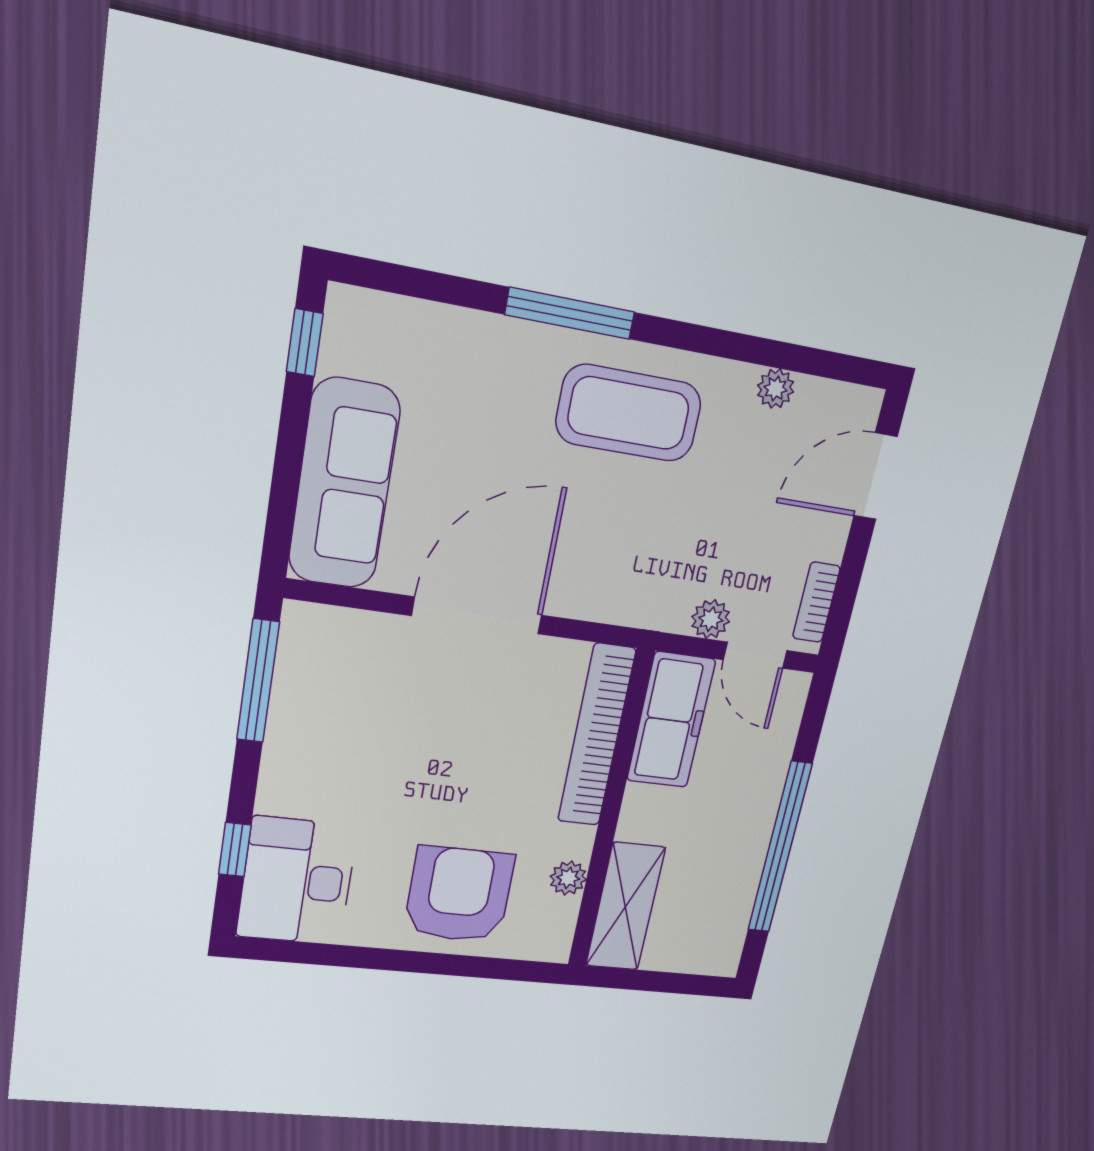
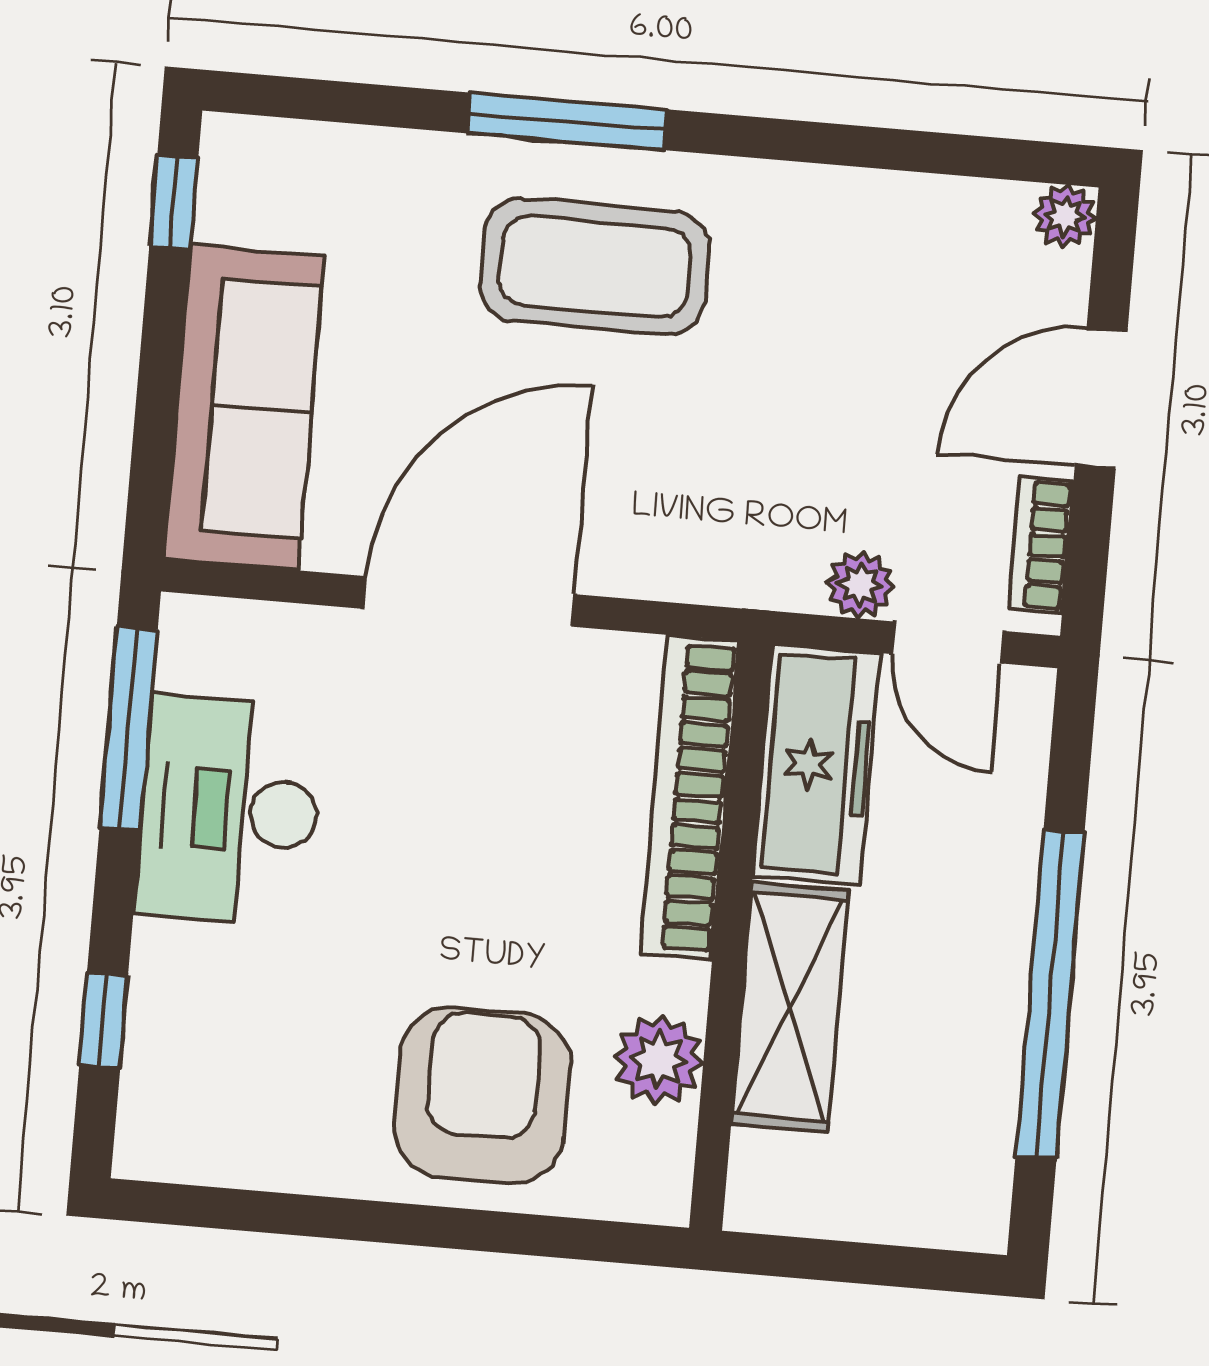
plant: (776, 389) -> (1065, 216), moved
coffee table: (629, 413) -> (595, 266), moved
door: (876, 476) -> (1101, 398), moved
plant: (568, 878) -> (658, 1060), width x1.38, depth x1.38
desk: (297, 881) -> (230, 810), moved
shelving: (625, 907) -> (790, 1007), moved

